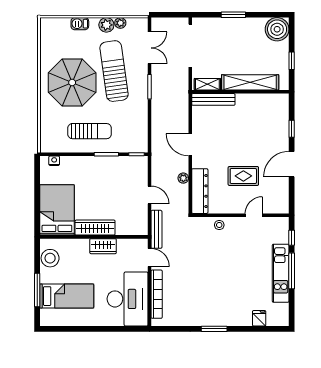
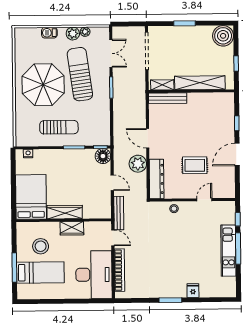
floor lamp: (139, 164) -> (103, 156), added
plant: (183, 178) -> (138, 164), width x1.88, depth x1.88
stool: (50, 258) -> (41, 246), moved
fridge: (259, 318) -> (193, 291), moved

